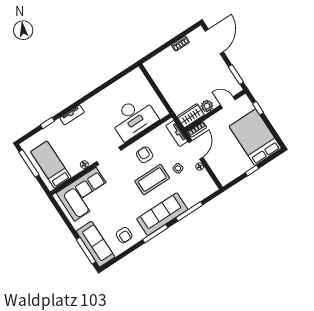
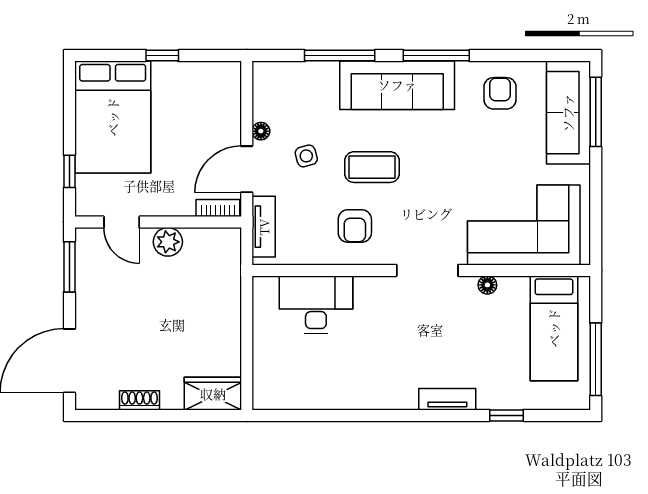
wardrobe: (191, 116) -> (213, 394), moved, turned 180
desk: (134, 118) -> (316, 305), width x0.73, depth x0.77
coffee table: (152, 180) -> (372, 167), width x0.73, depth x0.76

